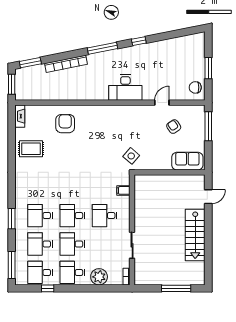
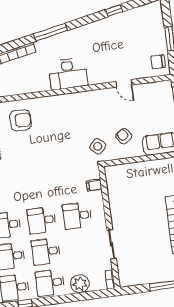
window: (139, 41) -> (114, 11), moved
desk: (125, 88) -> (68, 74), moved
door: (162, 103) -> (124, 83), swing flipped
armchair: (65, 124) -> (20, 120), turned 90
armchair: (174, 127) -> (124, 136), moved

